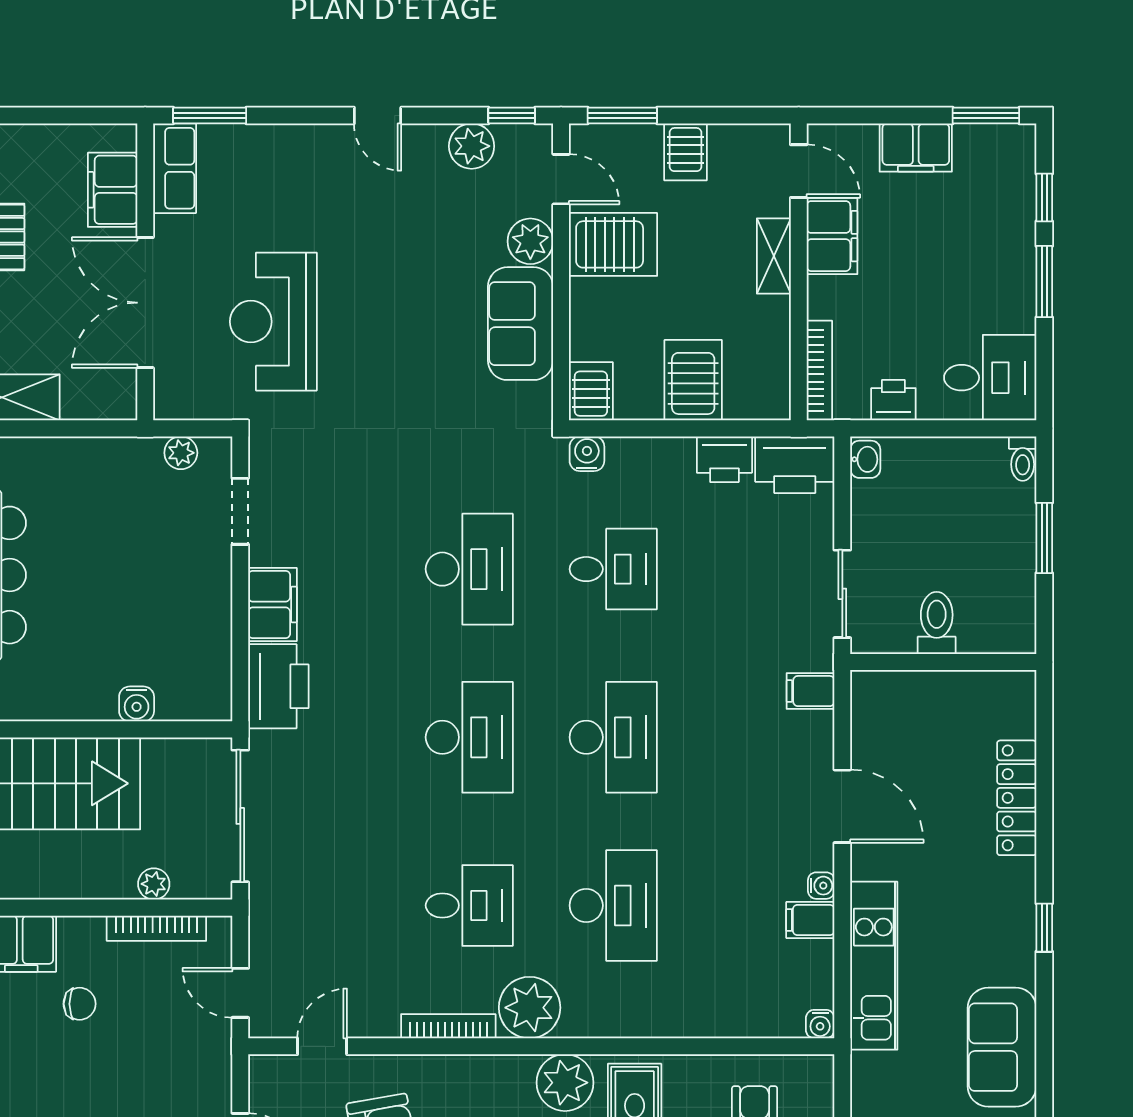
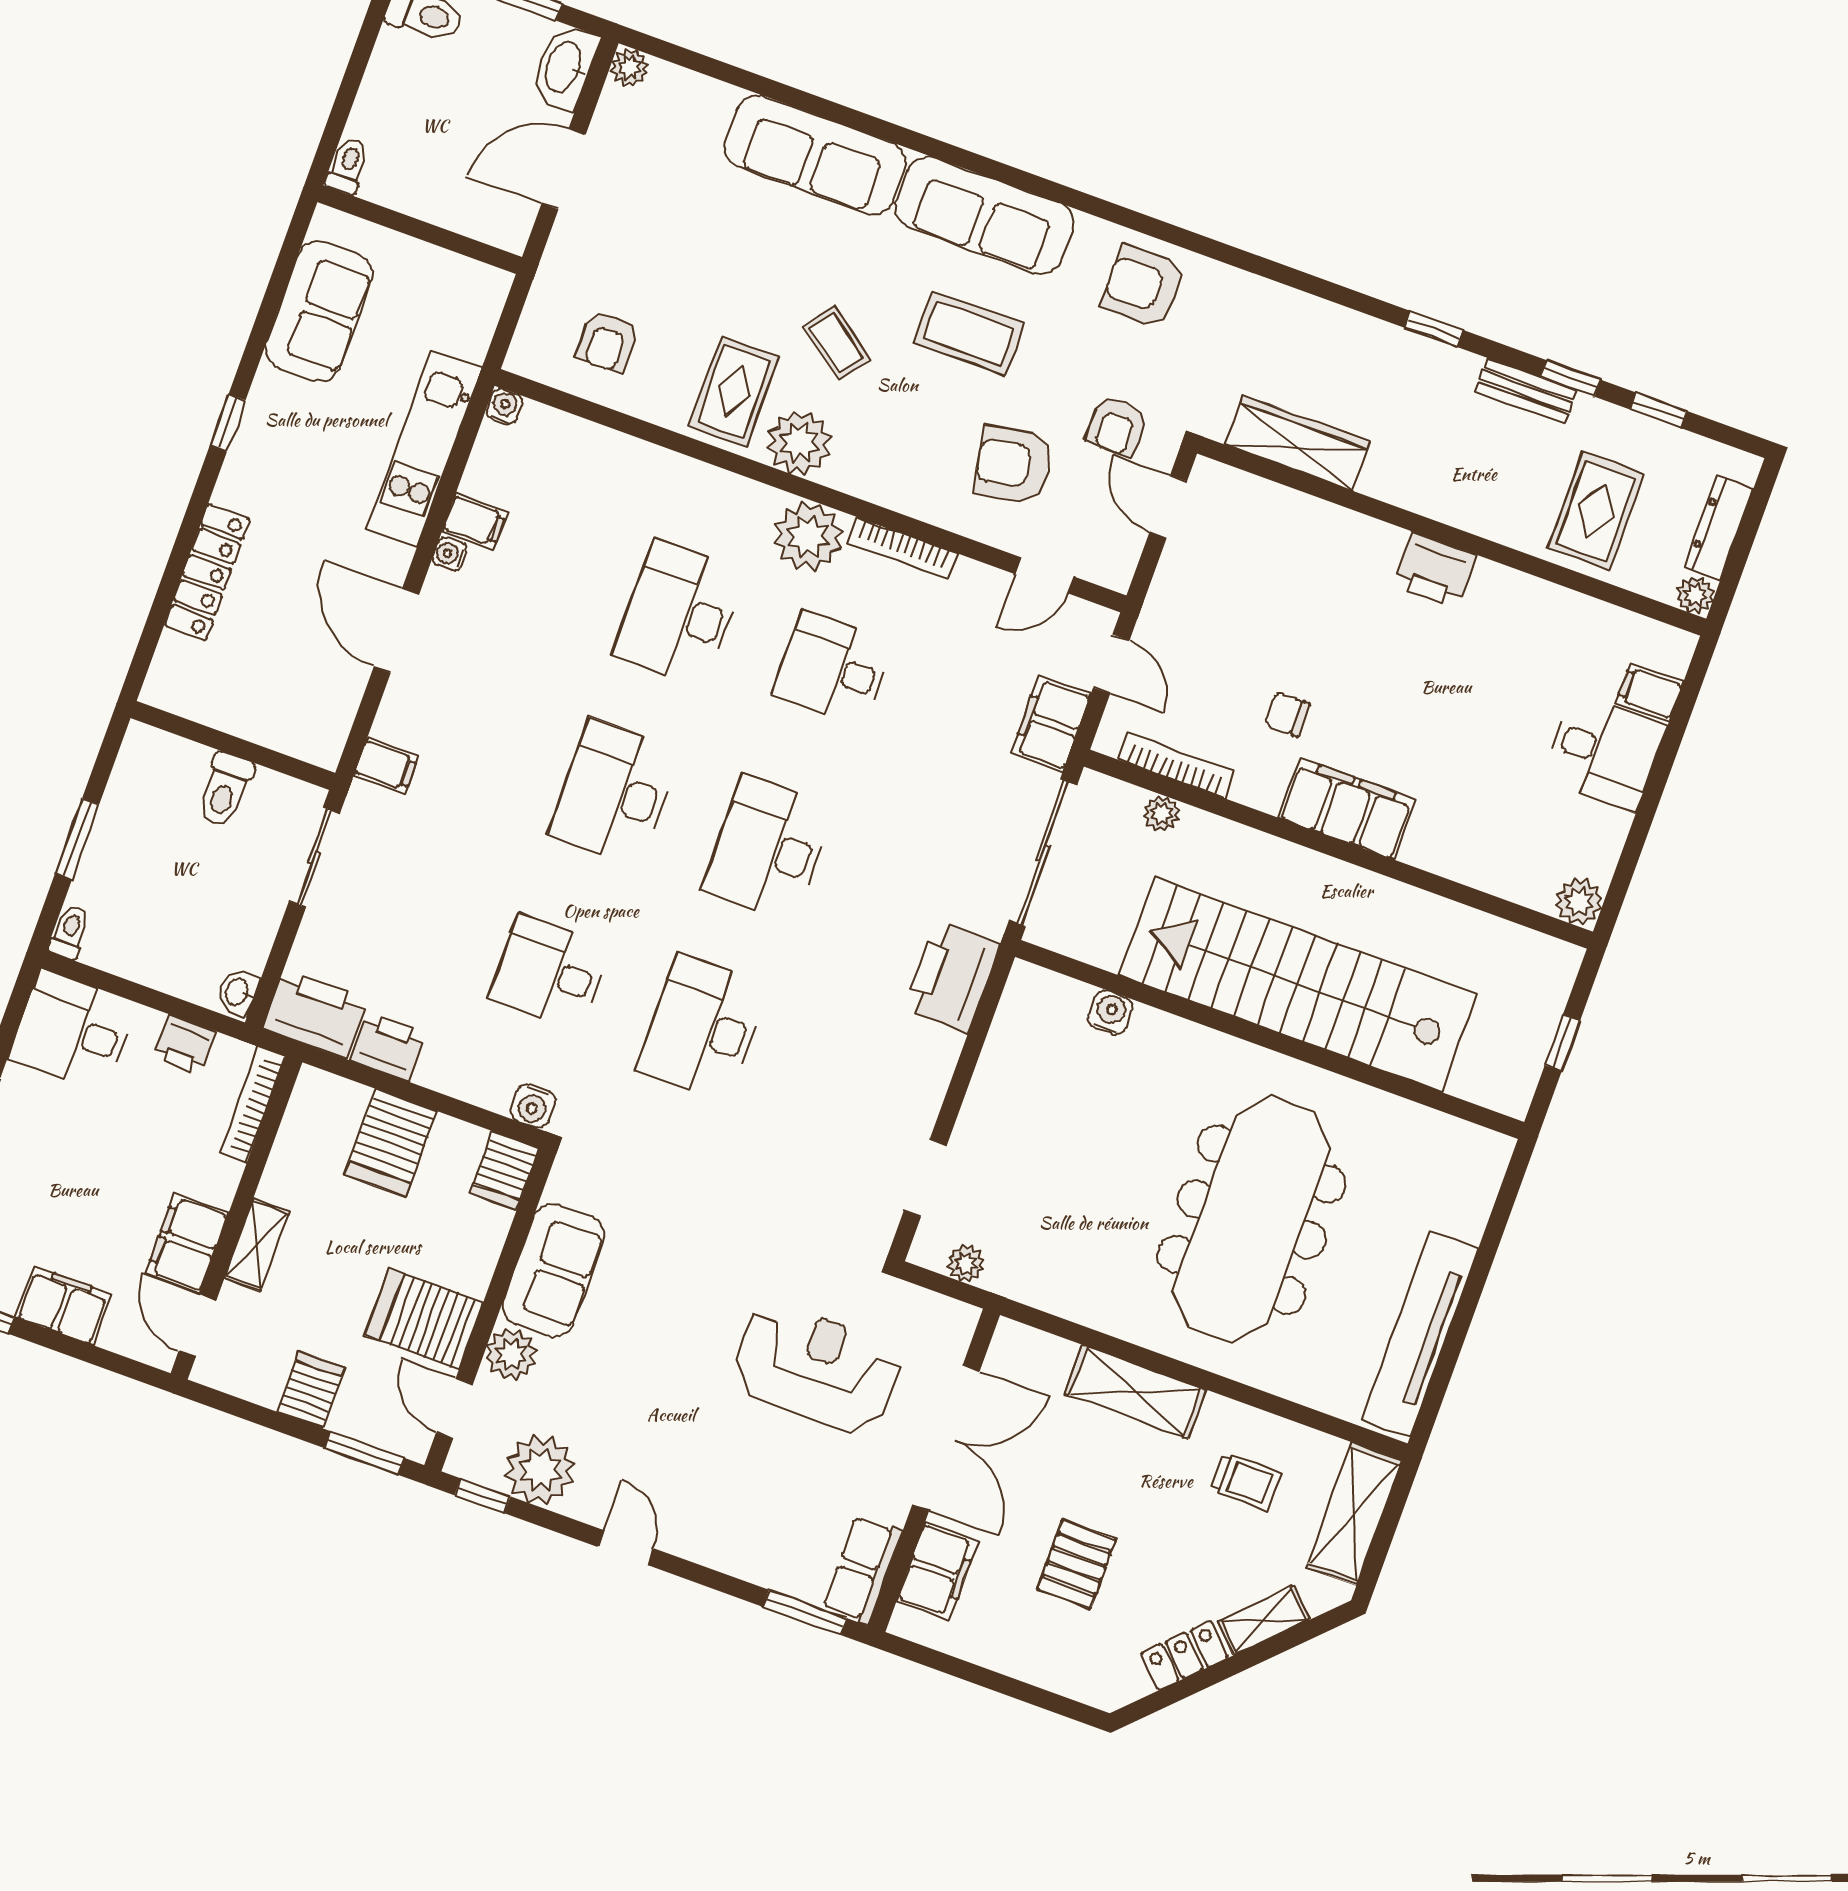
plant: (472, 146) -> (540, 1470), width x1.36, depth x1.36
reception desk: (273, 322) -> (817, 1368), turned -90
filing cabinet: (273, 604) -> (1051, 724), moved

